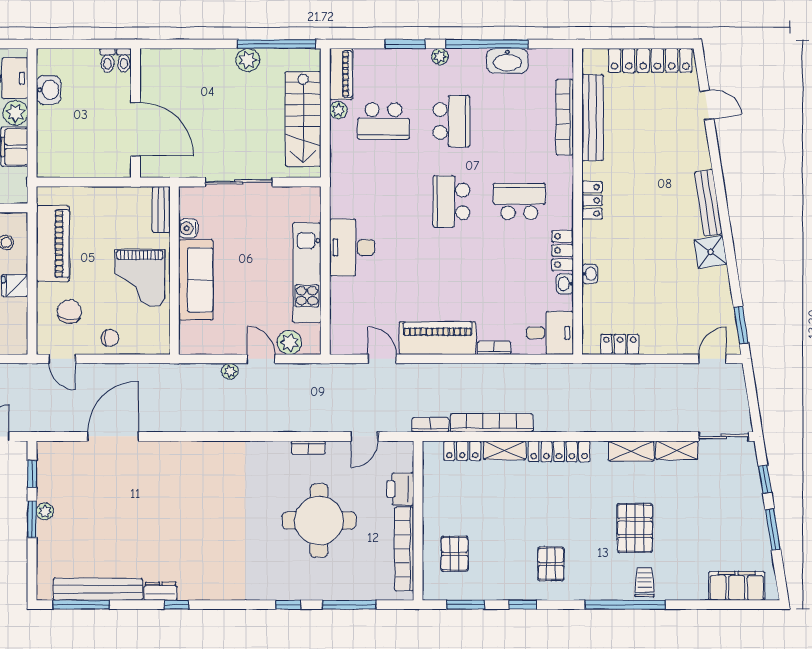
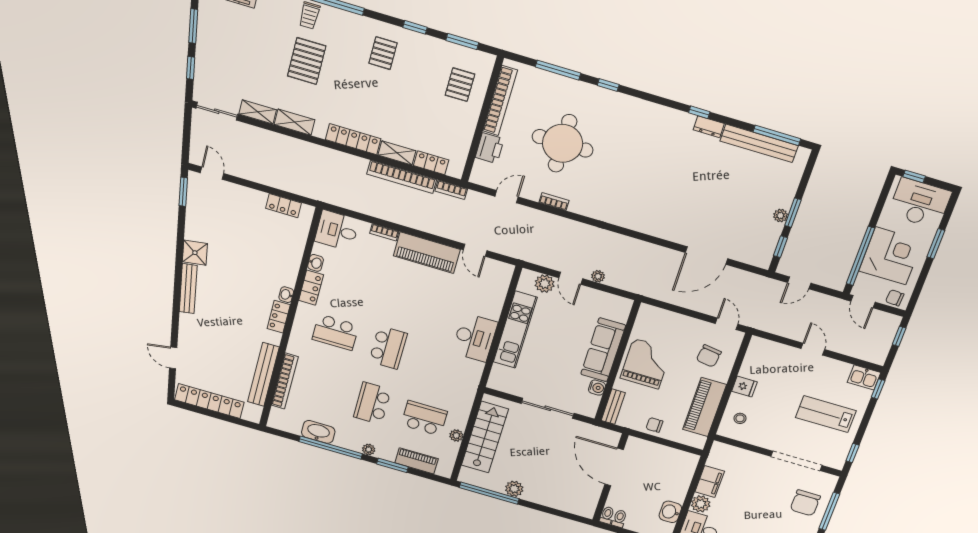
piano: (341, 74) -> (417, 461), moved, turned 90
washbasin: (590, 274) -> (286, 295), moved
chair: (110, 338) -> (654, 425), moved
door: (712, 359) -> (212, 173), swing flipped

